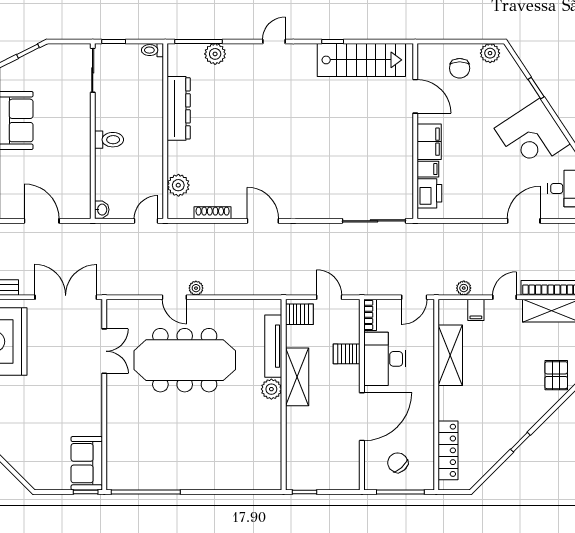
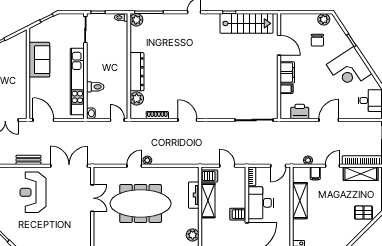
plant: (215, 54) -> (136, 20), moved
chair: (460, 68) -> (317, 40), moved
dresser: (179, 108) -> (137, 72), moved
toilet: (109, 140) -> (95, 87), moved
kitchen unit: (79, 157) -> (77, 82), added
printer: (429, 193) -> (300, 112), moved, turned -90
door: (42, 221) -> (43, 120), moved
door: (146, 221) -> (117, 120), hinge flipped
door: (524, 221) -> (329, 120), moved
door: (174, 297) -> (134, 166), swing flipped
tv unit: (273, 346) -> (194, 195), width x0.71
server rack: (347, 354) -> (238, 214), moved
pallet: (556, 375) -> (363, 213), turned 90
shelving: (297, 377) -> (208, 201), moved
plant: (271, 389) -> (193, 235), moved

